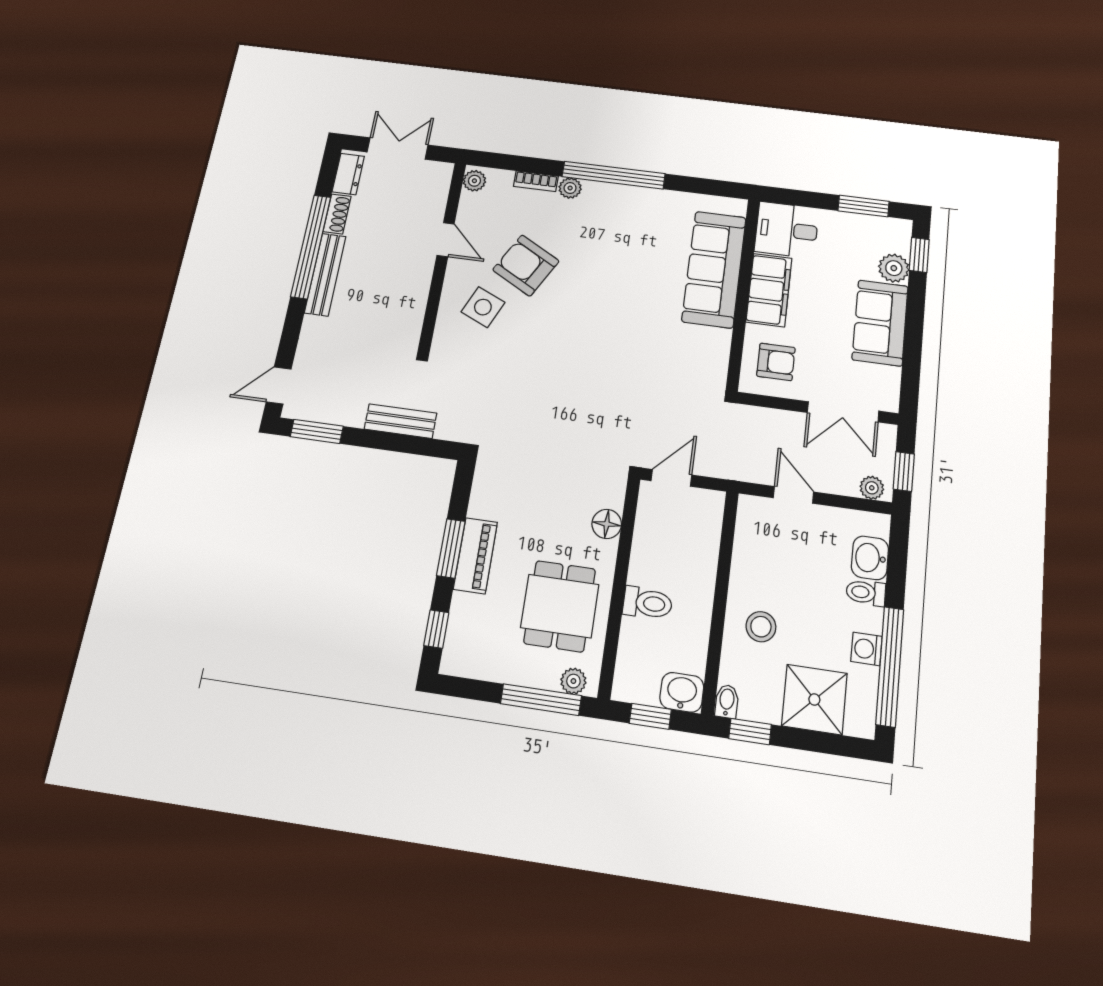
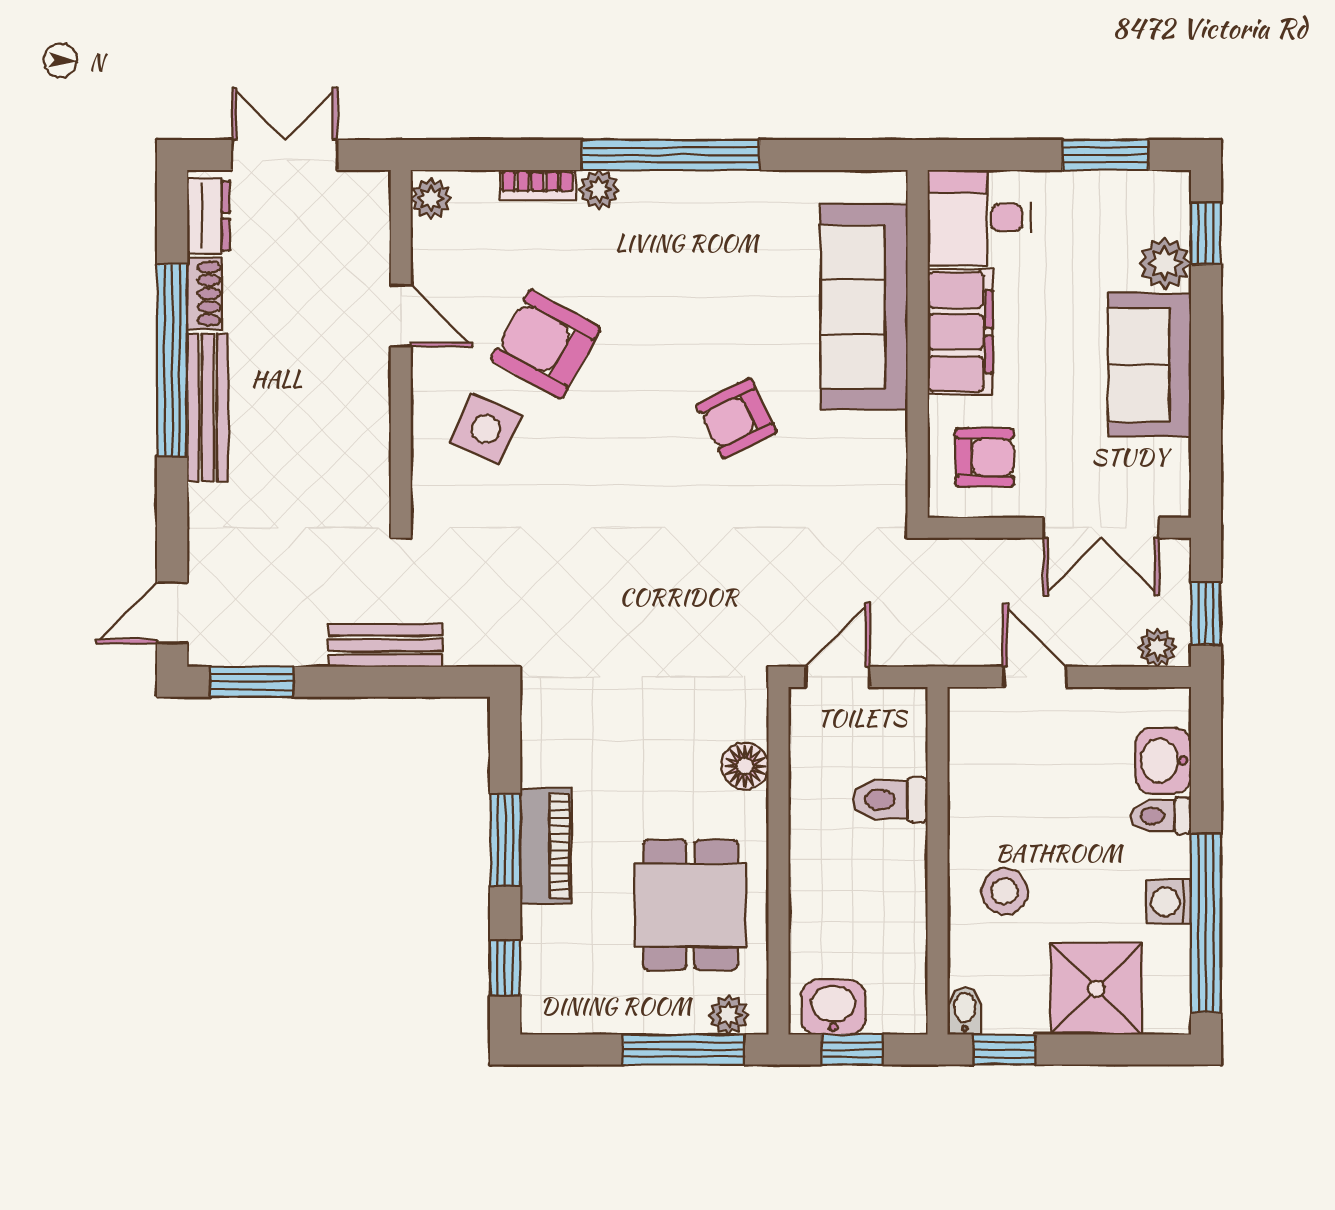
armchair: (631, 320) -> (737, 418), added
toilet: (648, 603) -> (890, 800), moved, turned 180
washbasin: (682, 692) -> (833, 1007), moved

